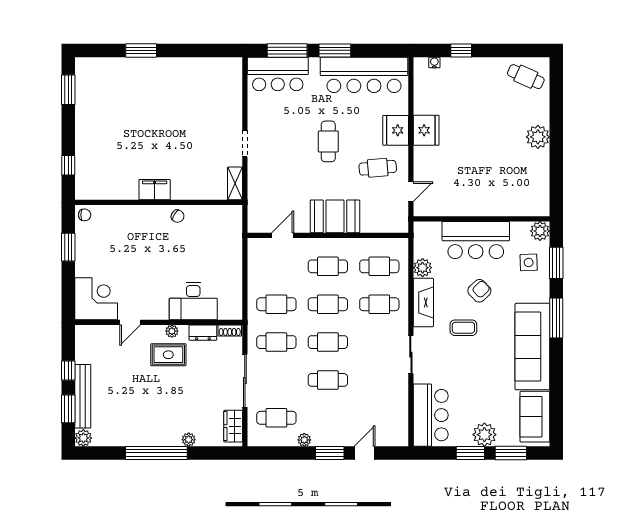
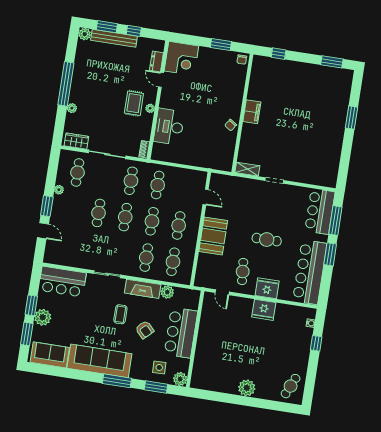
dresser: (203, 333) -> (156, 62), moved

